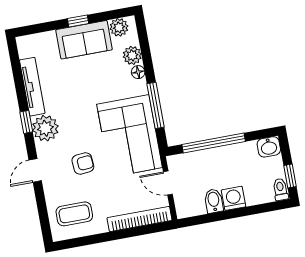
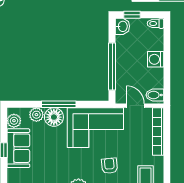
floor lamp: (138, 72) -> (54, 117), width x1.89, depth x1.89
window: (156, 105) -> (59, 104), moved
window: (290, 176) -> (132, 15), moved
door: (168, 183) -> (135, 106), swing flipped
bidet: (214, 201) -> (155, 95), moved

